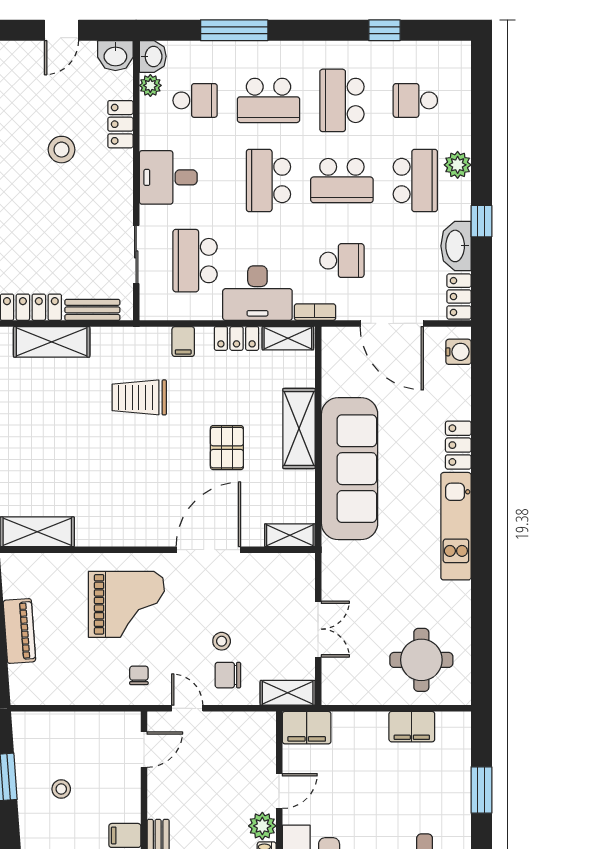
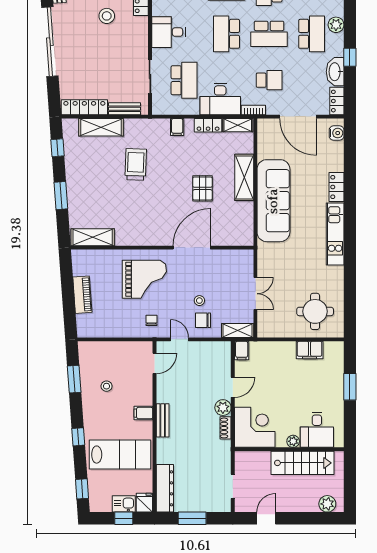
school desk: (195, 261) -> (184, 80), turned 180
trolley: (139, 397) -> (136, 164), moved, turned 92
shelving: (290, 535) -> (239, 239), removed
filing cabinet: (307, 728) -> (242, 351), width x0.50

